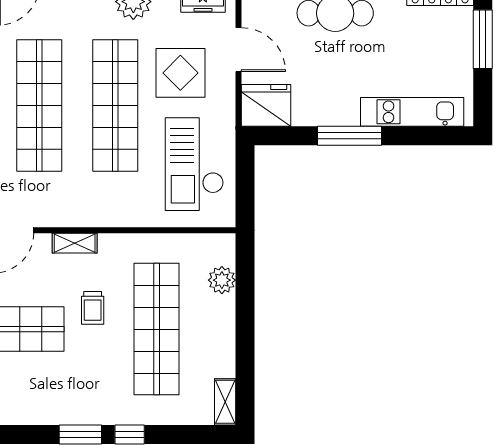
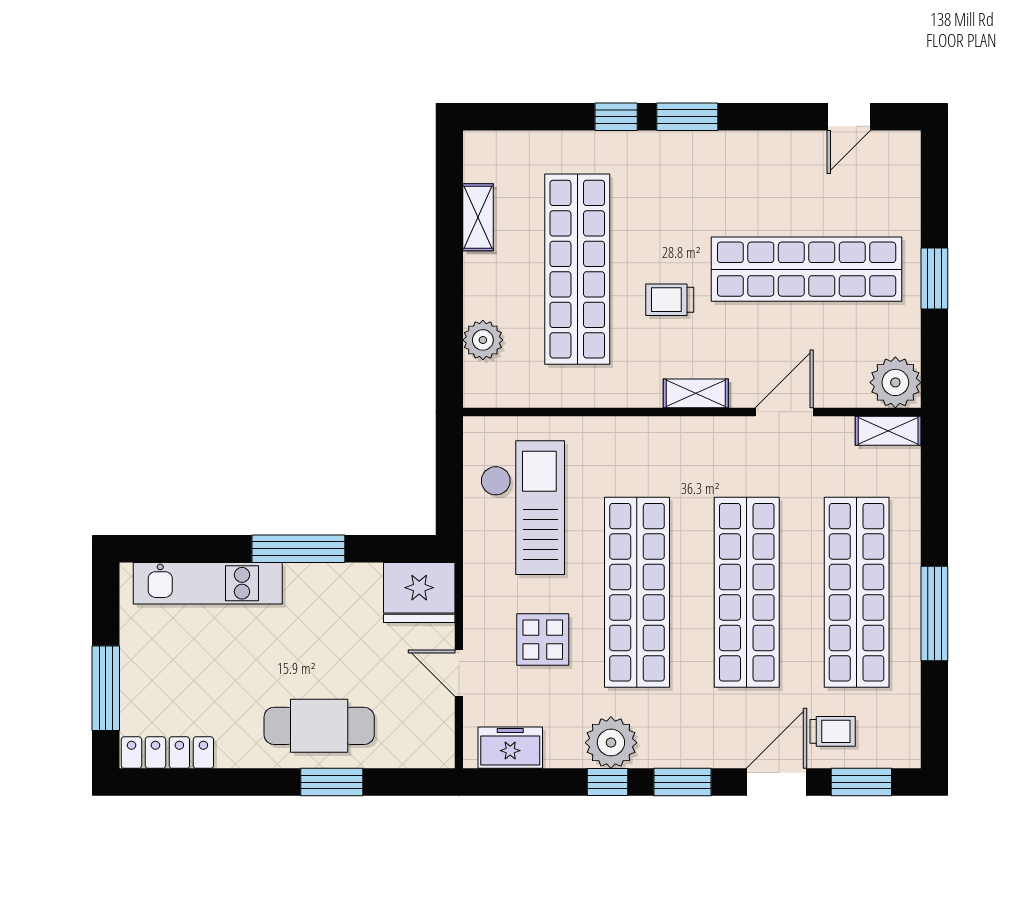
door: (238, 50) -> (459, 673), width x0.73
display table: (180, 73) -> (543, 640), width x0.73, depth x0.73
trolley: (93, 308) -> (670, 300), turned -90
shelving: (225, 402) -> (478, 217), moved

